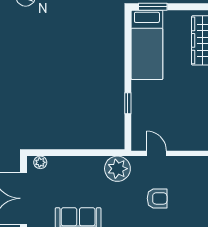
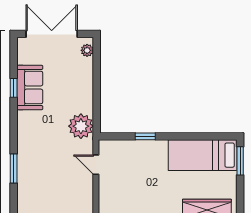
door: (157, 153) -> (96, 165), swing flipped
armchair: (157, 198) -> (52, 165), removed

